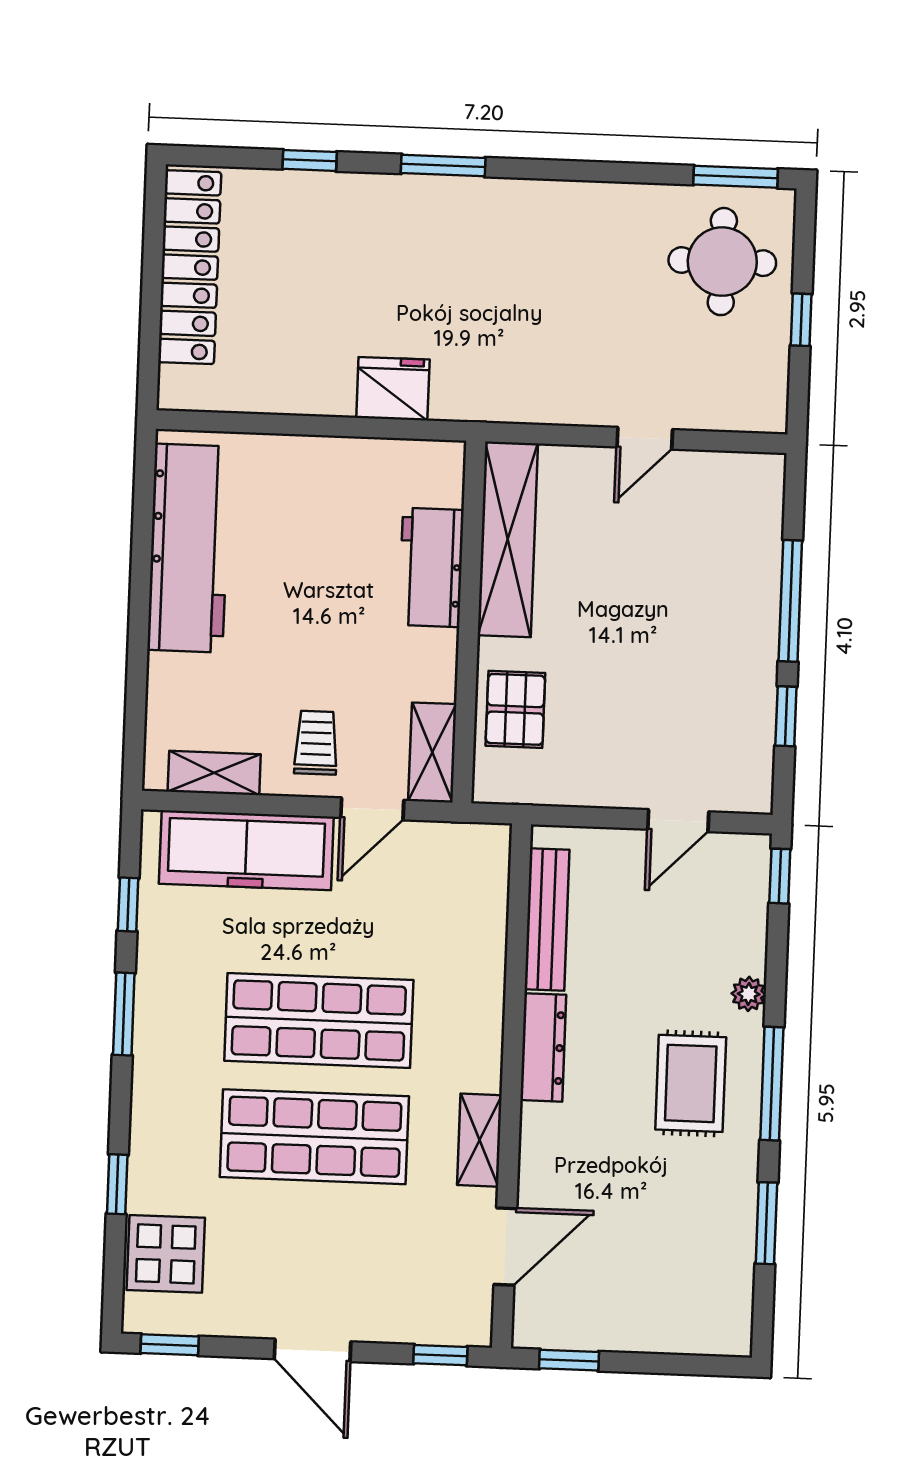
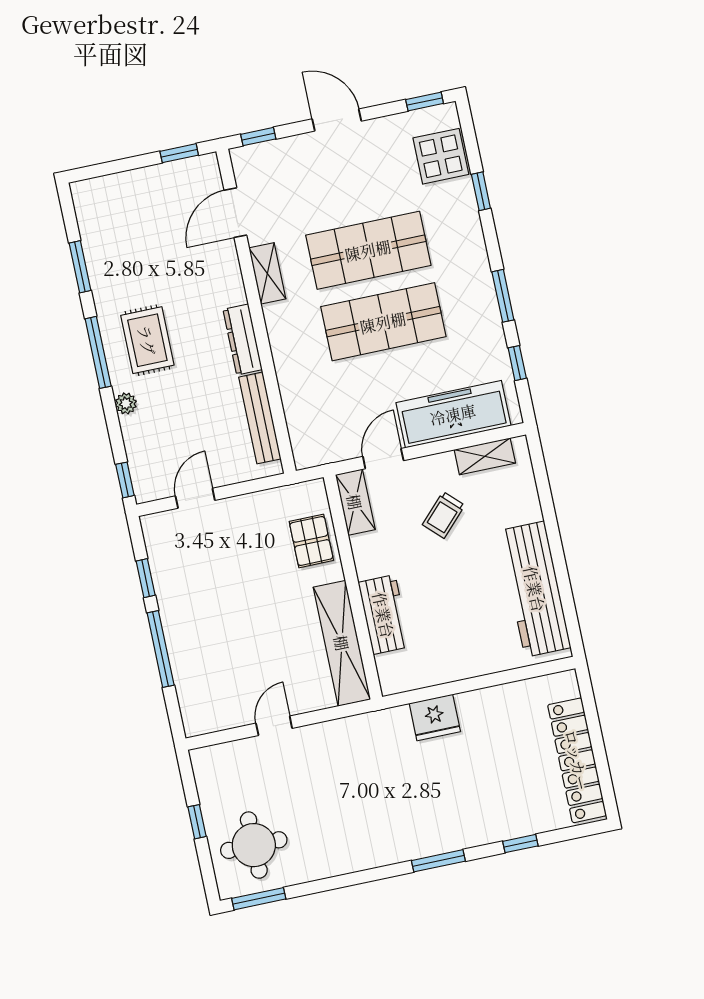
trolley: (316, 743) -> (444, 515), moved, turned 44

